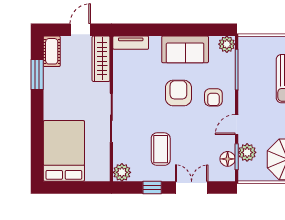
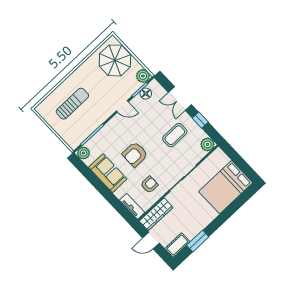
armchair: (213, 97) -> (149, 185), moved
plant: (247, 152) -> (143, 76), moved

